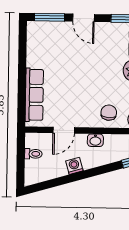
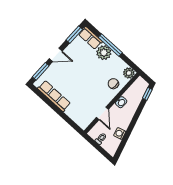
row of seats: (34, 95) -> (54, 96), moved
washing machine: (74, 166) -> (120, 134), moved

